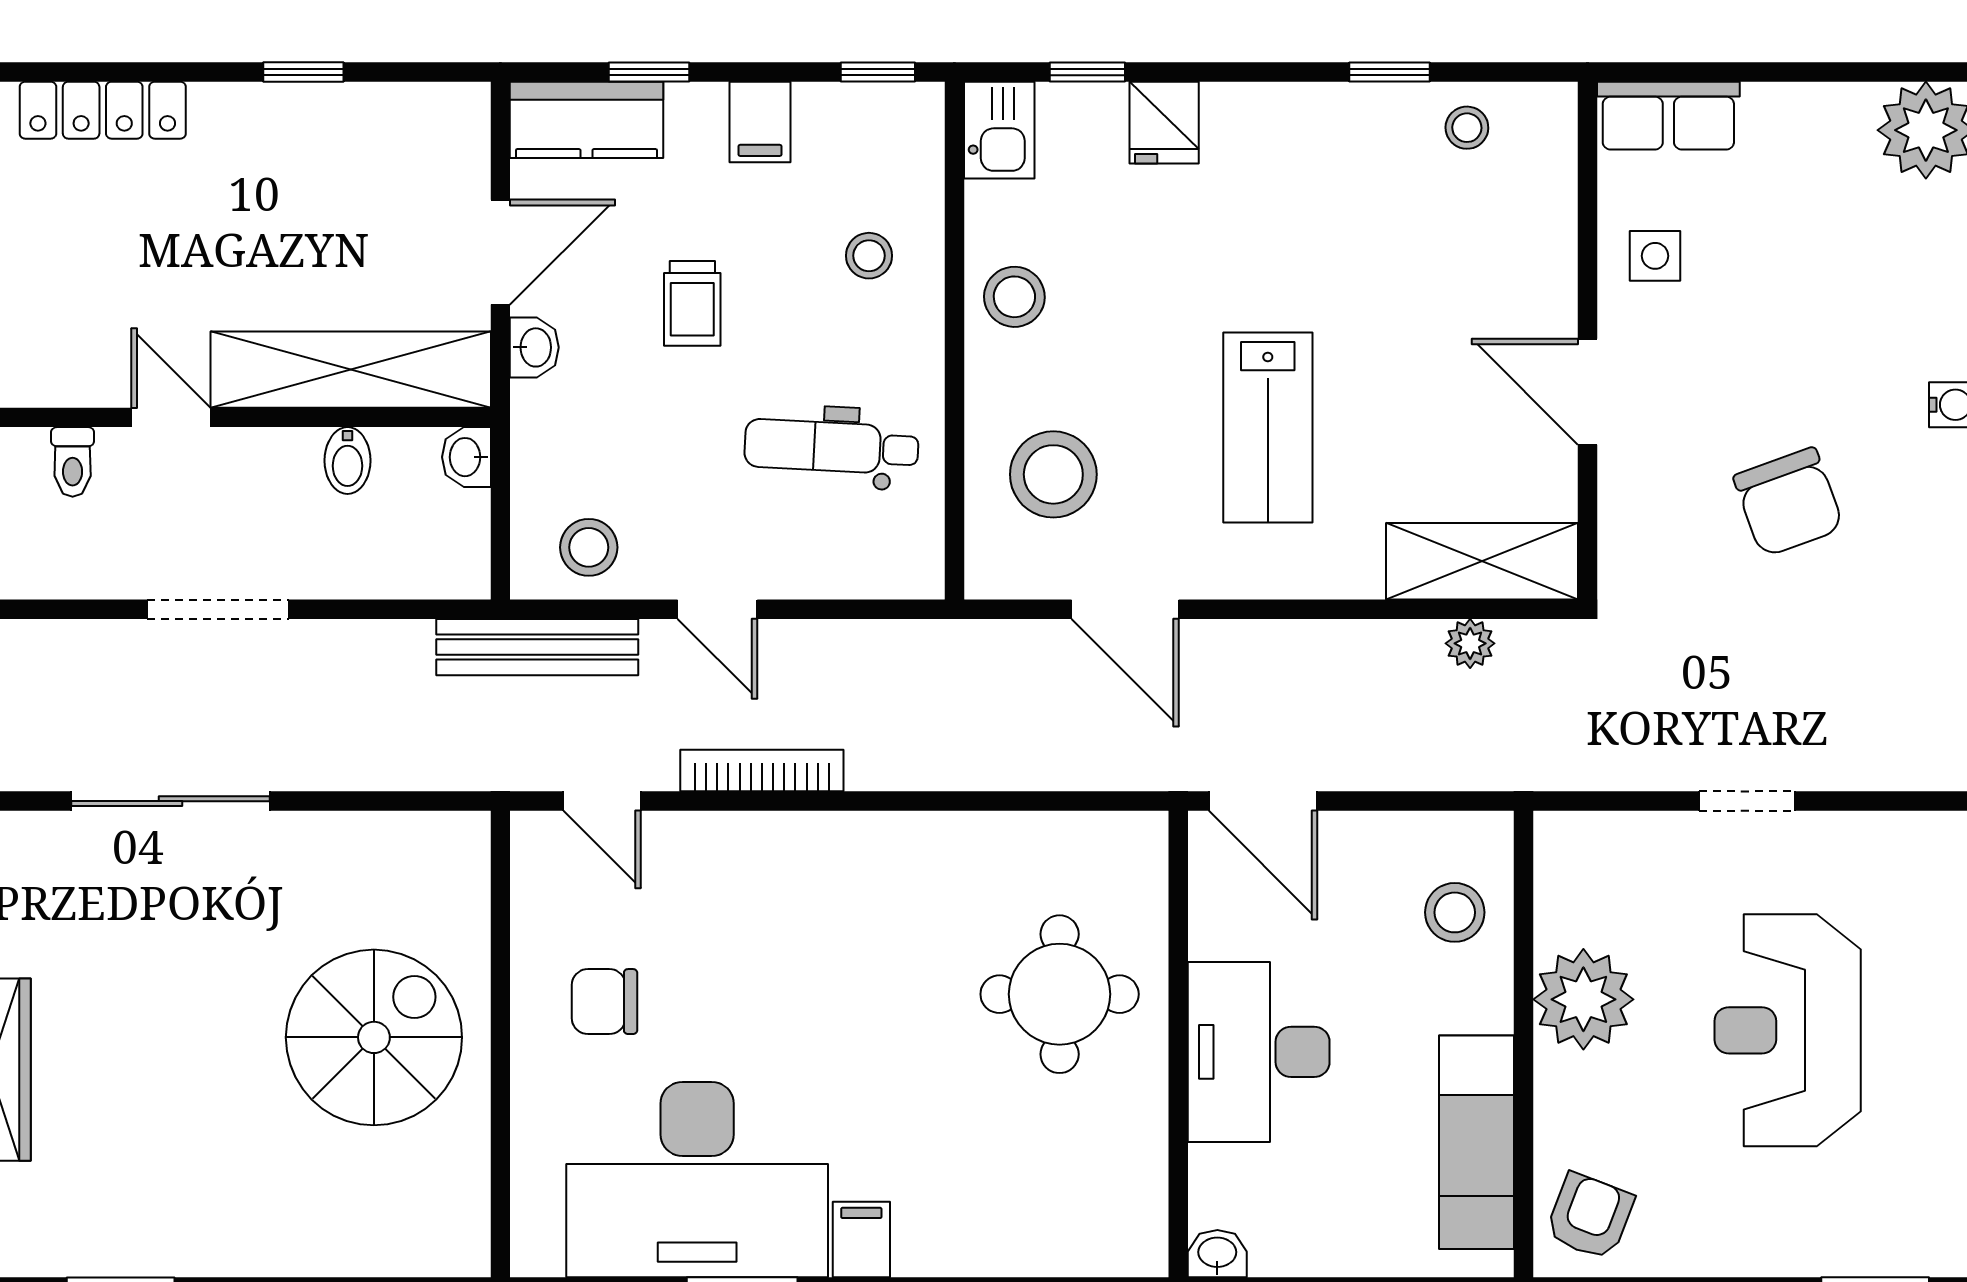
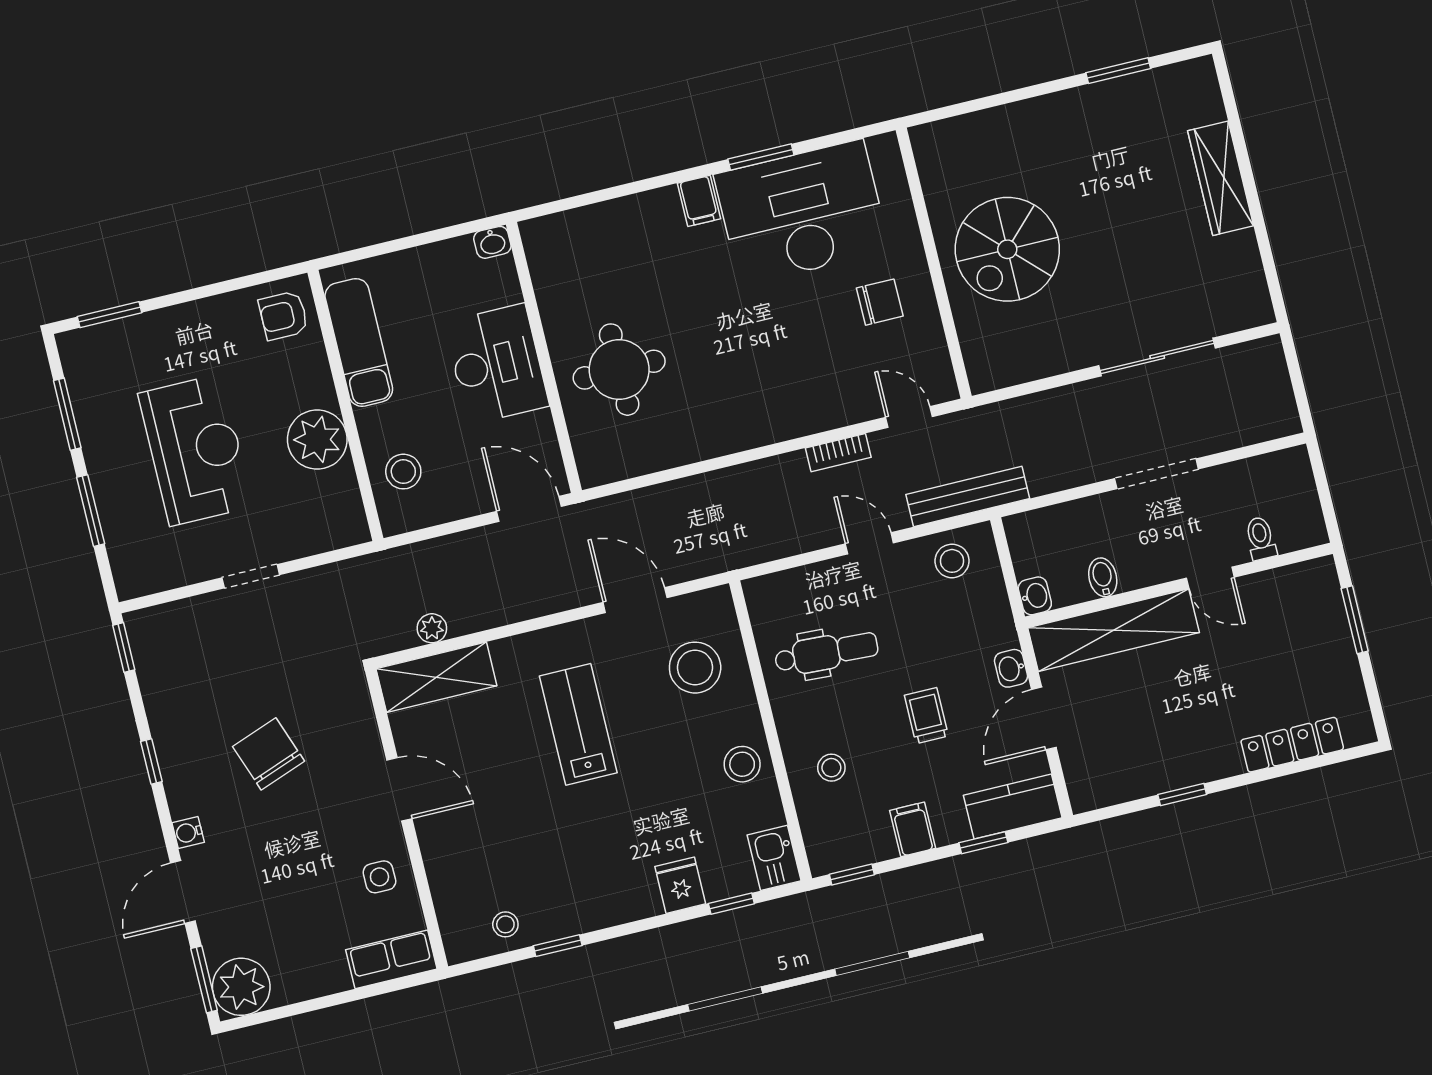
bookcase: (762, 771) -> (838, 453), width x0.64
armchair: (1590, 1216) -> (283, 316), turned 69

